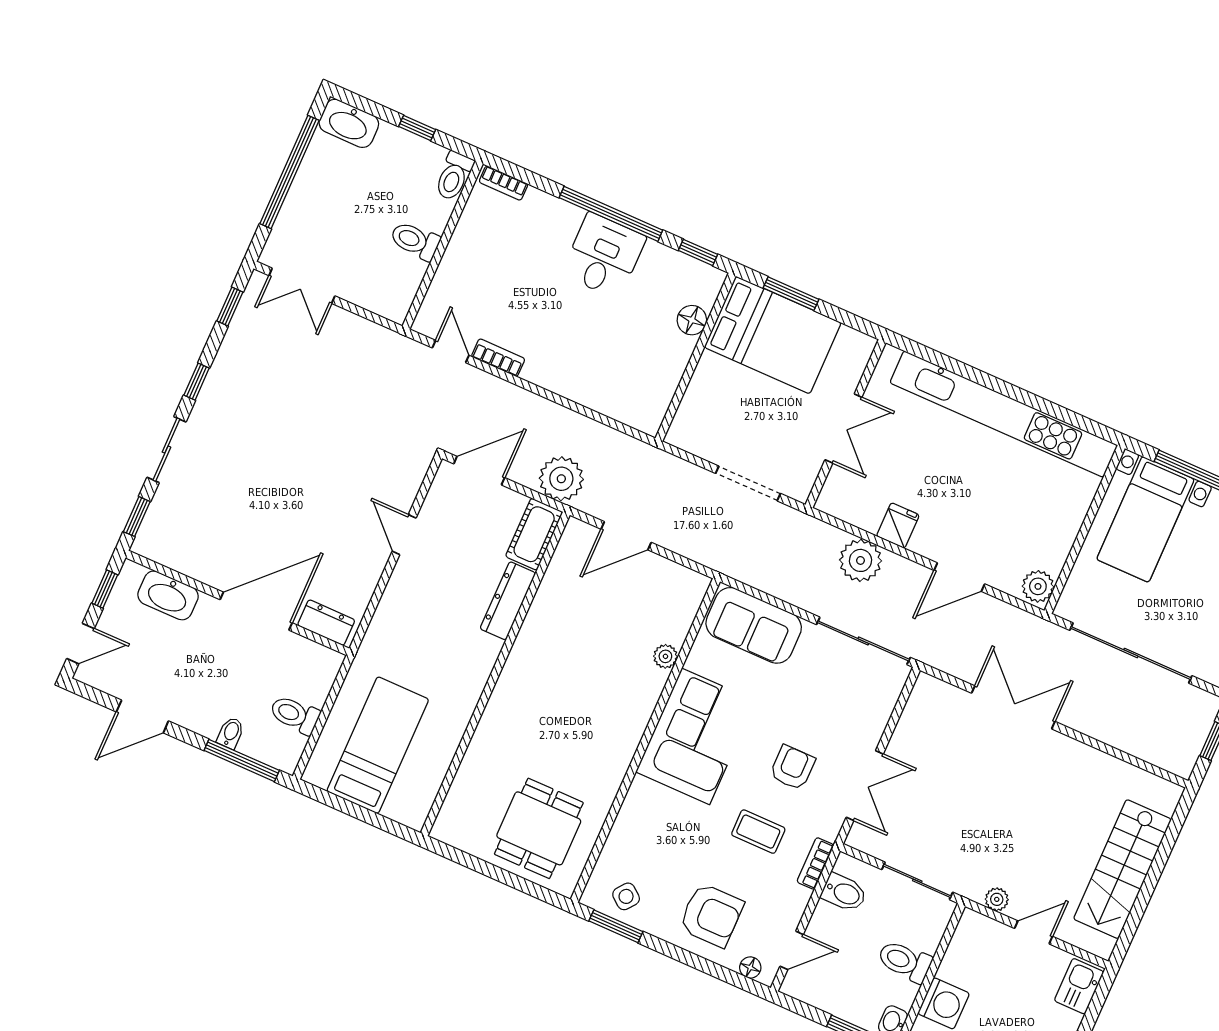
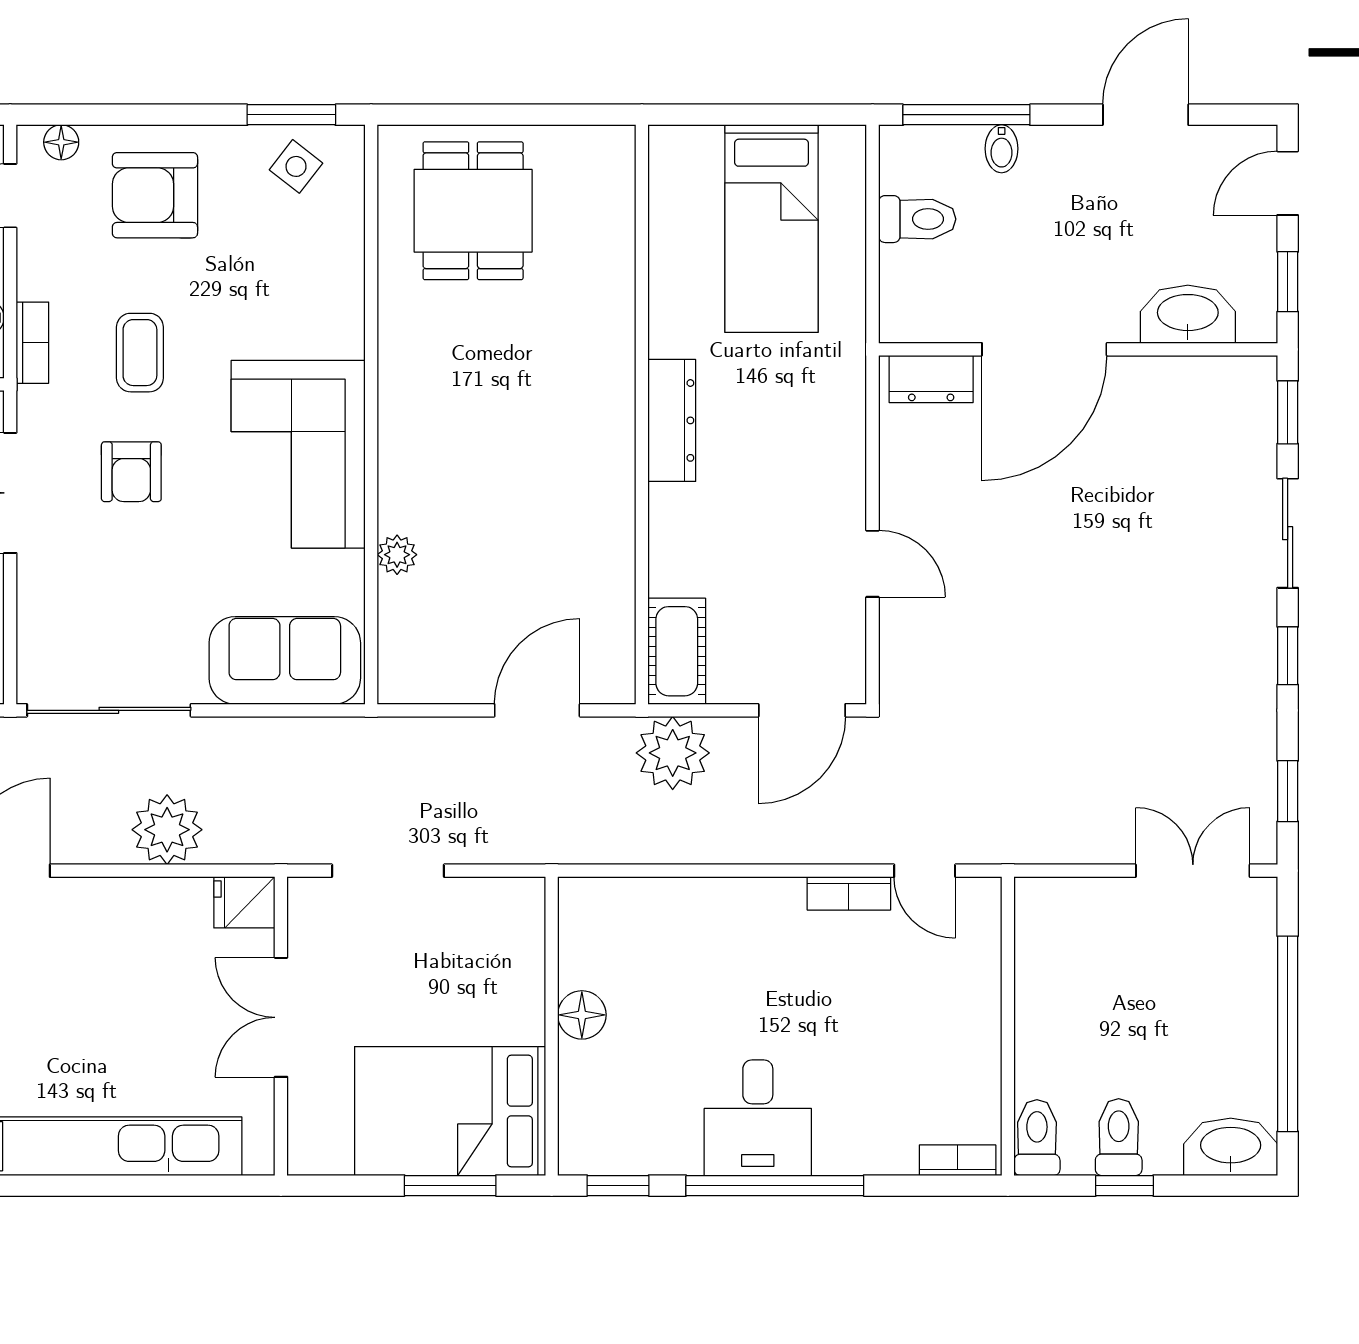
toilet: (415, 241) -> (1119, 1137), moved, turned -90
floor lamp: (692, 320) -> (582, 1015), moved
fridge: (898, 526) -> (244, 902), moved, turned 90
dresser: (508, 601) -> (672, 420), moved
coffee table: (758, 832) -> (140, 353), turned 90

